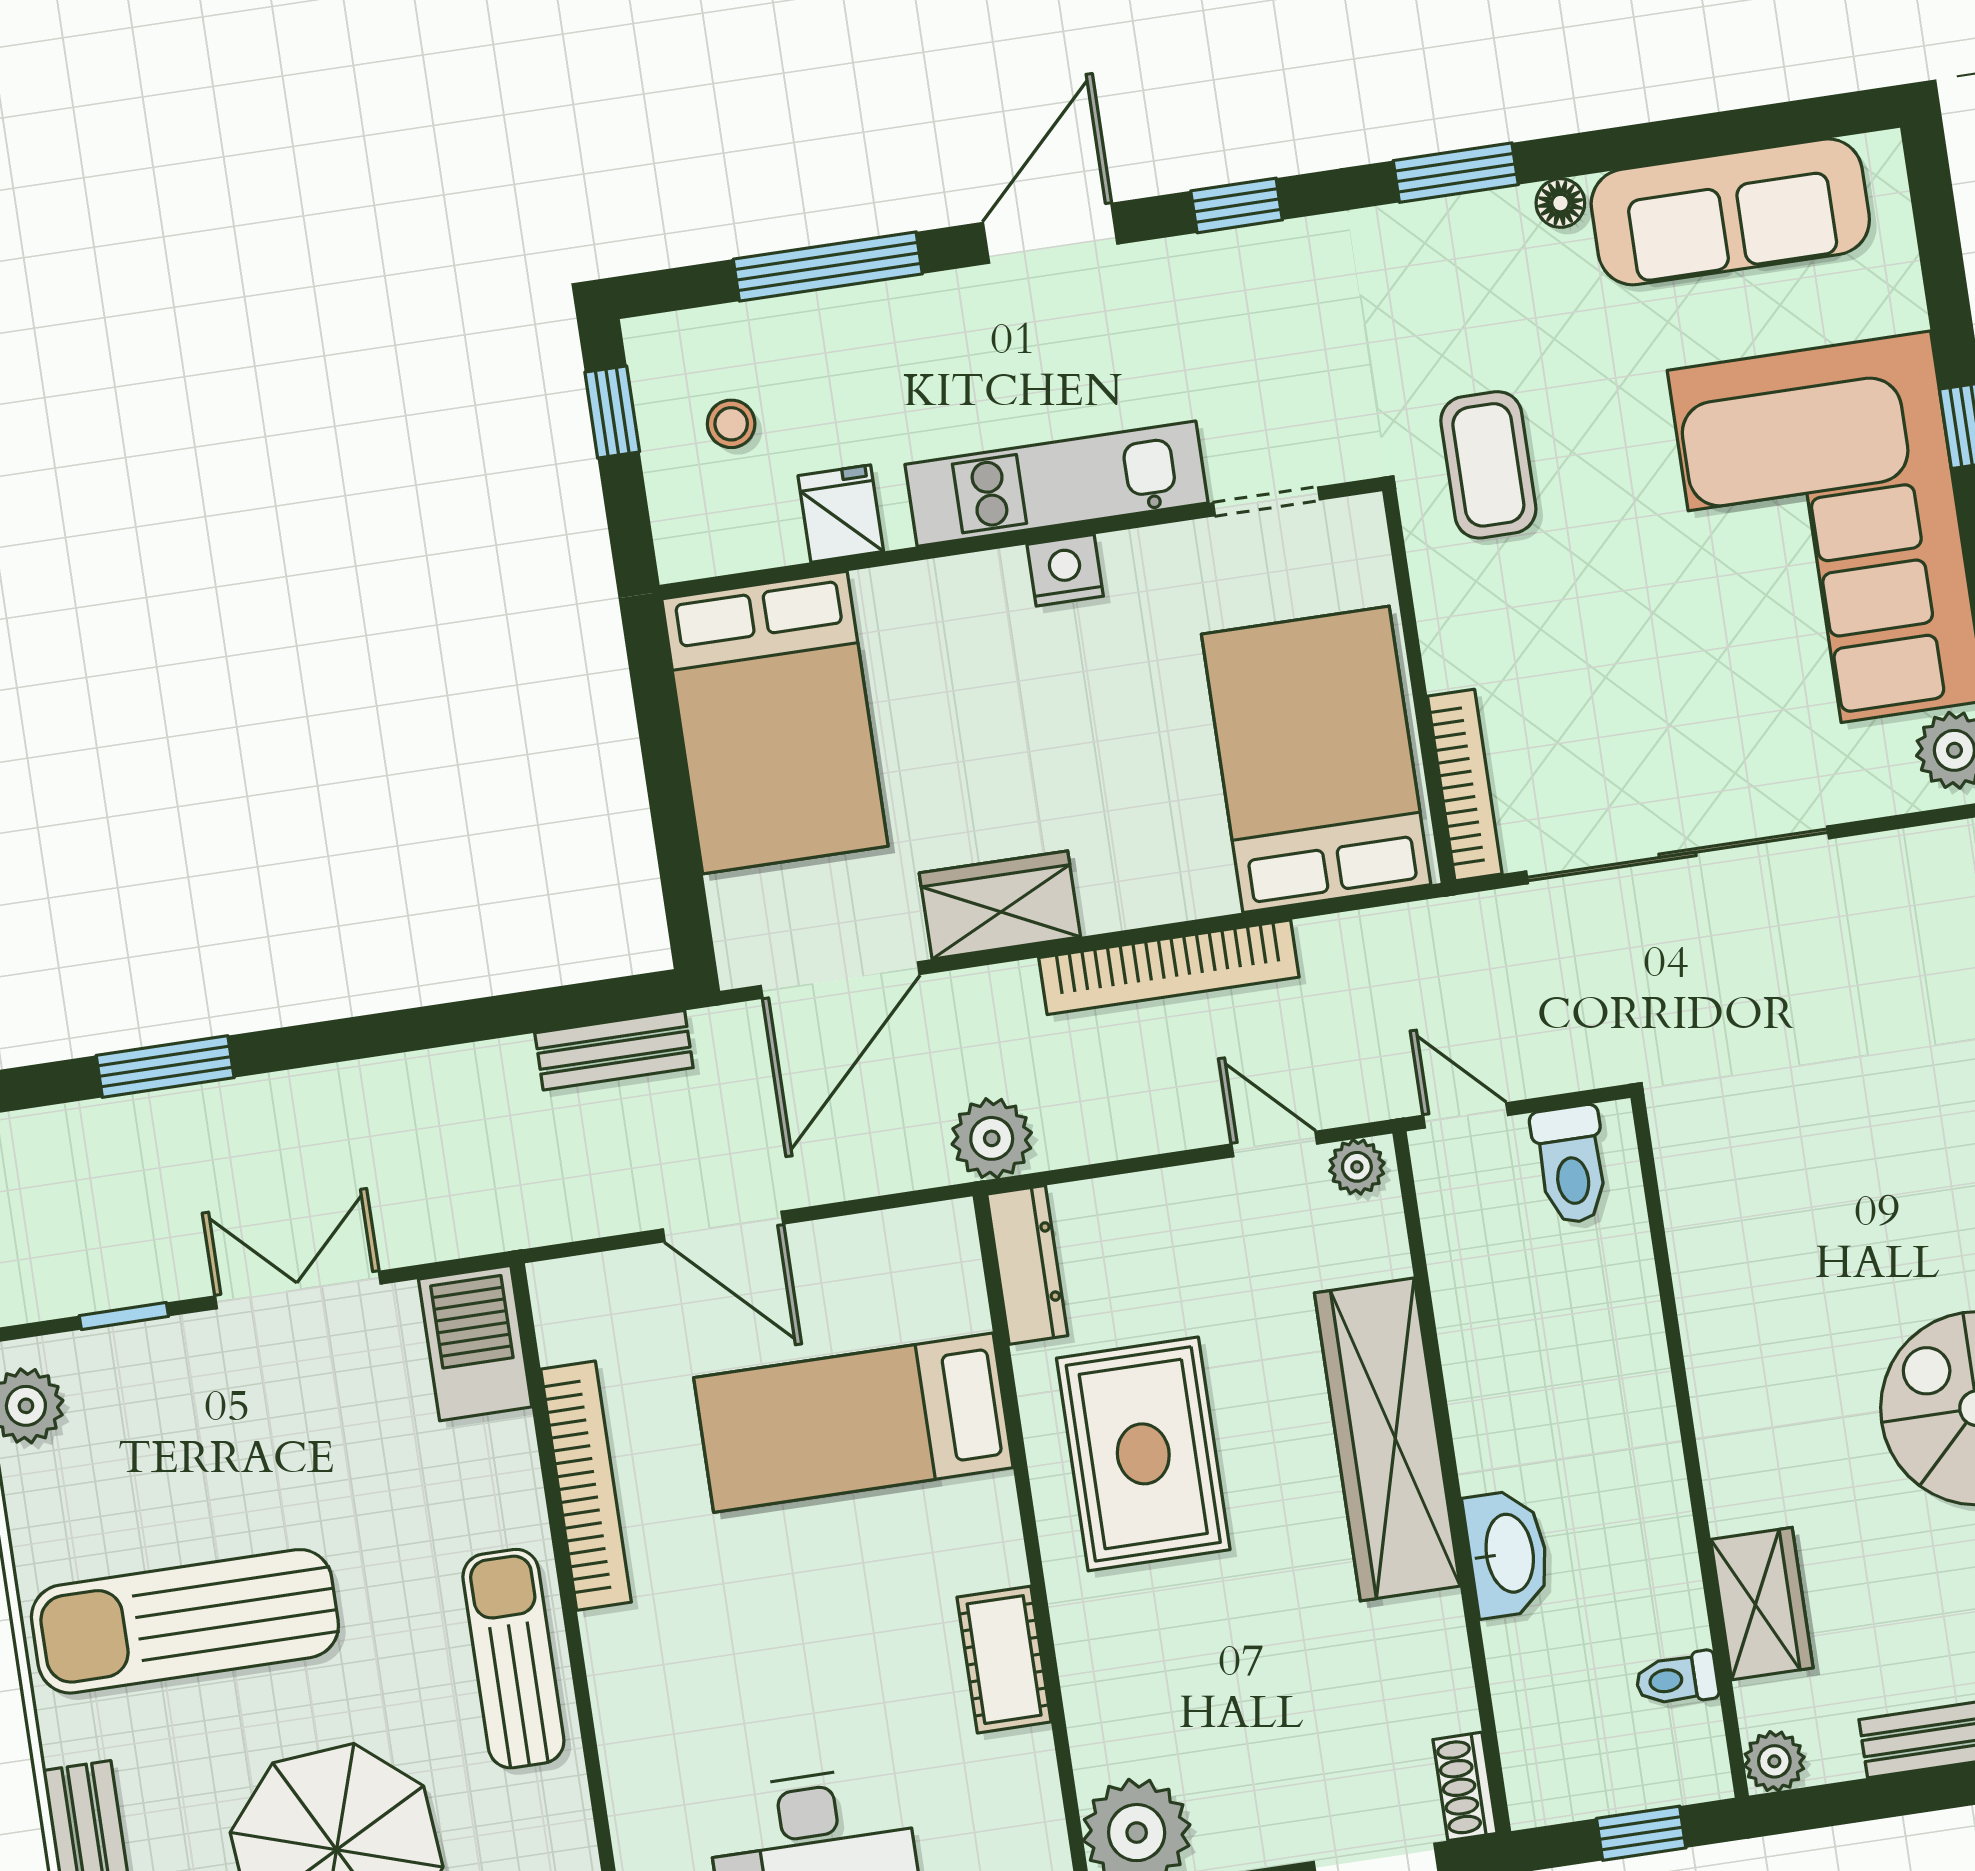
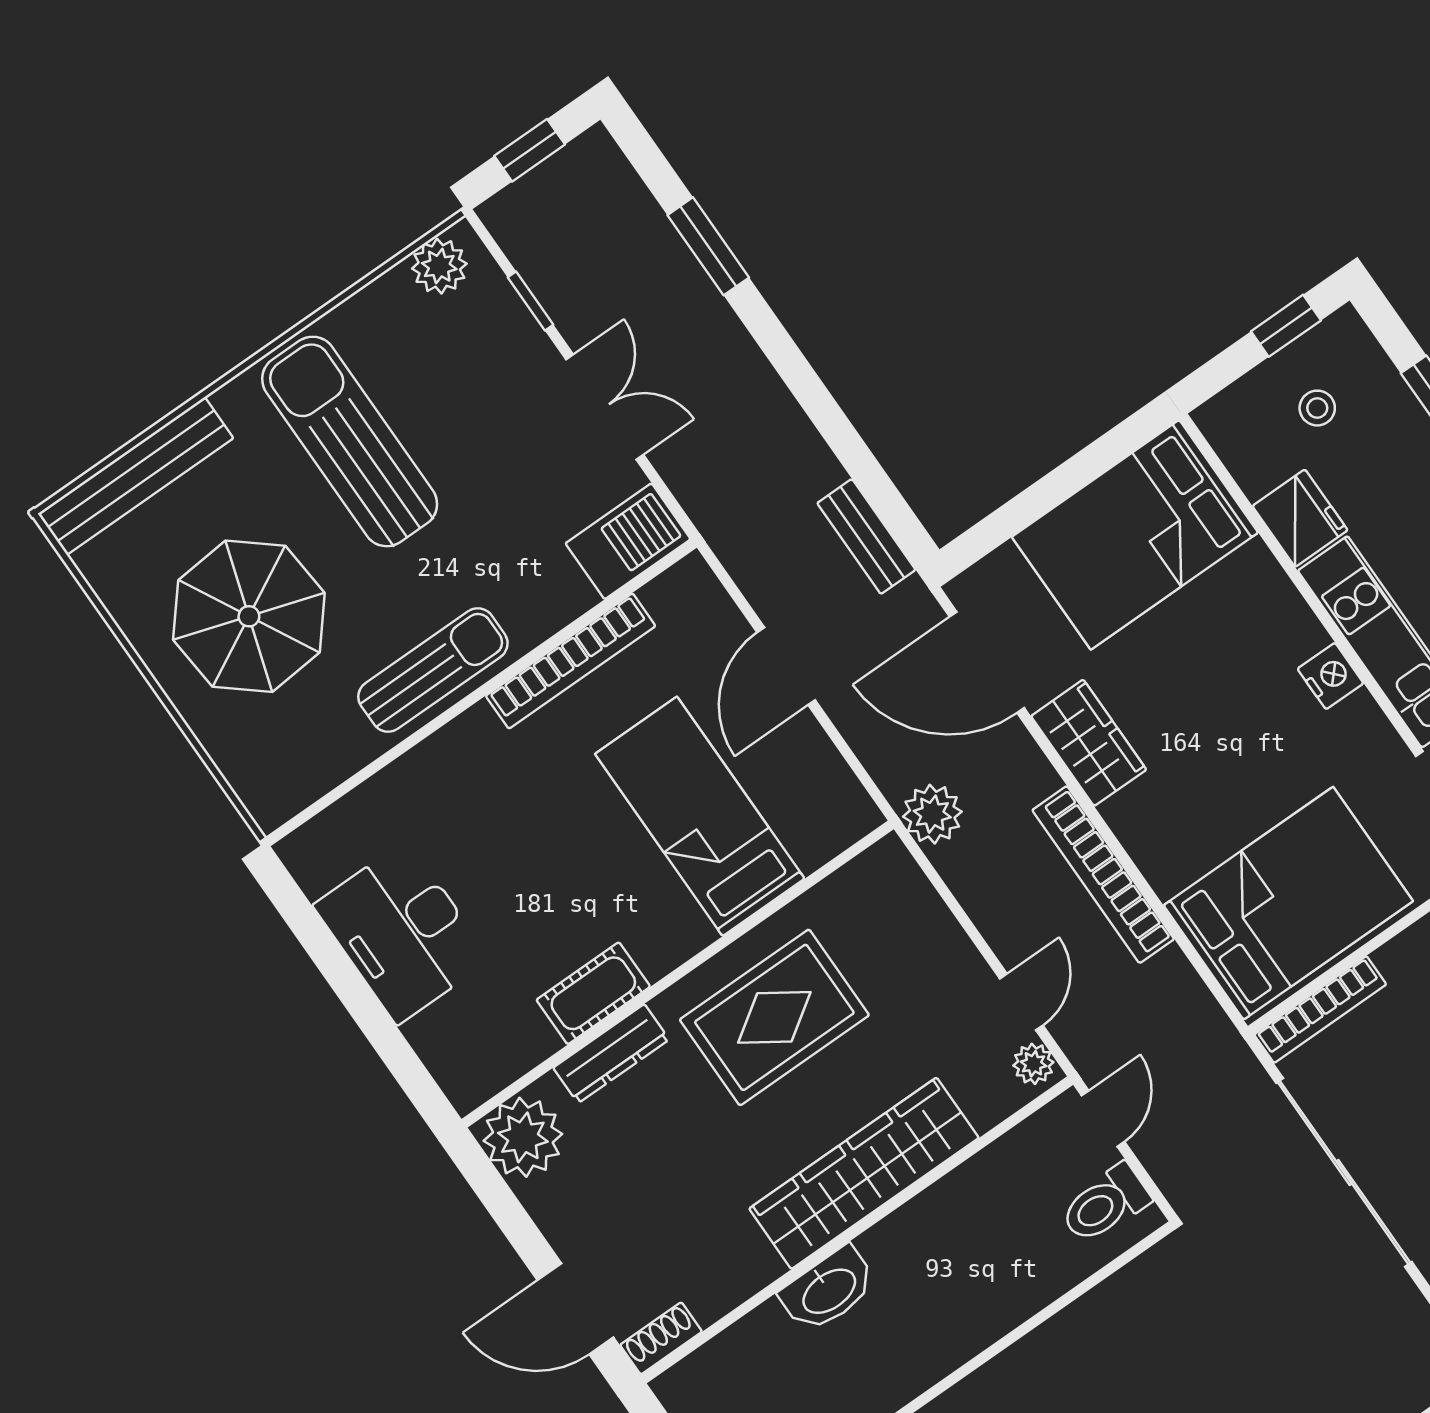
fridge: (841, 514) -> (1300, 518), width x1.38
dresser: (1027, 1265) -> (611, 1054), moved

